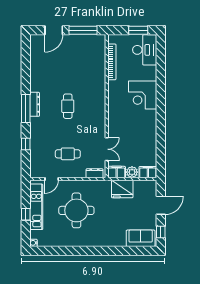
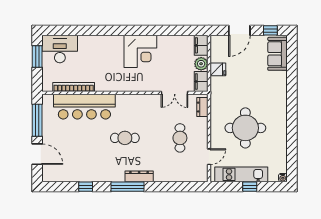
bar counter: (95, 71) -> (84, 107), added
corner desk: (143, 95) -> (140, 51), moved
dresser: (35, 104) -> (139, 176), moved
window: (26, 144) -> (86, 187), moved
double door: (107, 149) -> (175, 93), swing flipped
door: (52, 179) -> (209, 157), hinge flipped
fridge: (122, 189) -> (218, 69), width x0.53, depth x0.75
door: (161, 205) -> (239, 30), swing flipped

